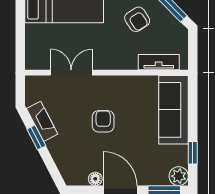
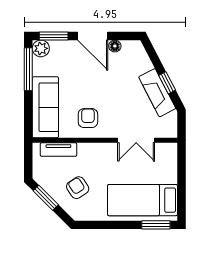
fireplace: (42, 121) -> (157, 93), width x1.37, depth x1.32
armchair: (103, 121) -> (88, 118), moved, turned 180
window: (193, 153) -> (28, 69), width x2.17

